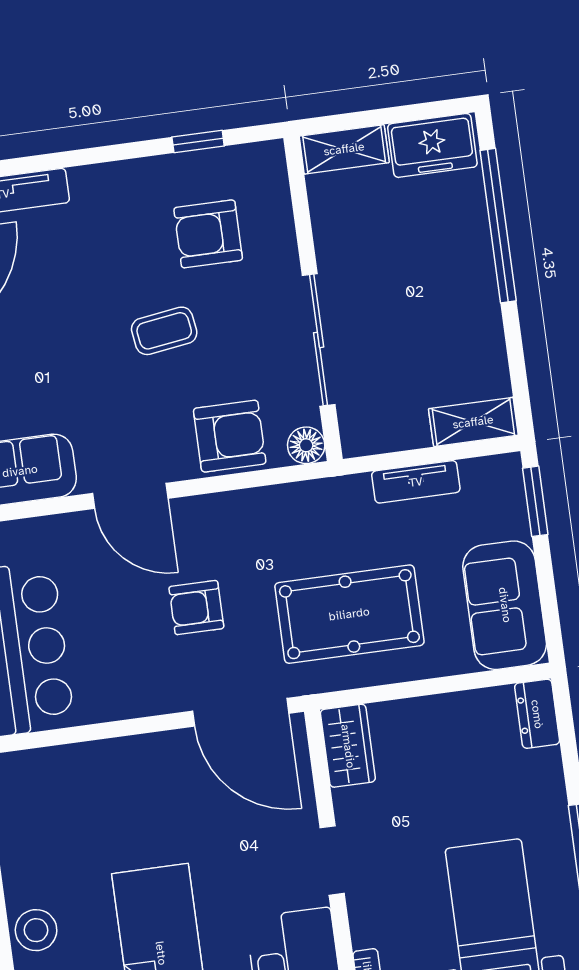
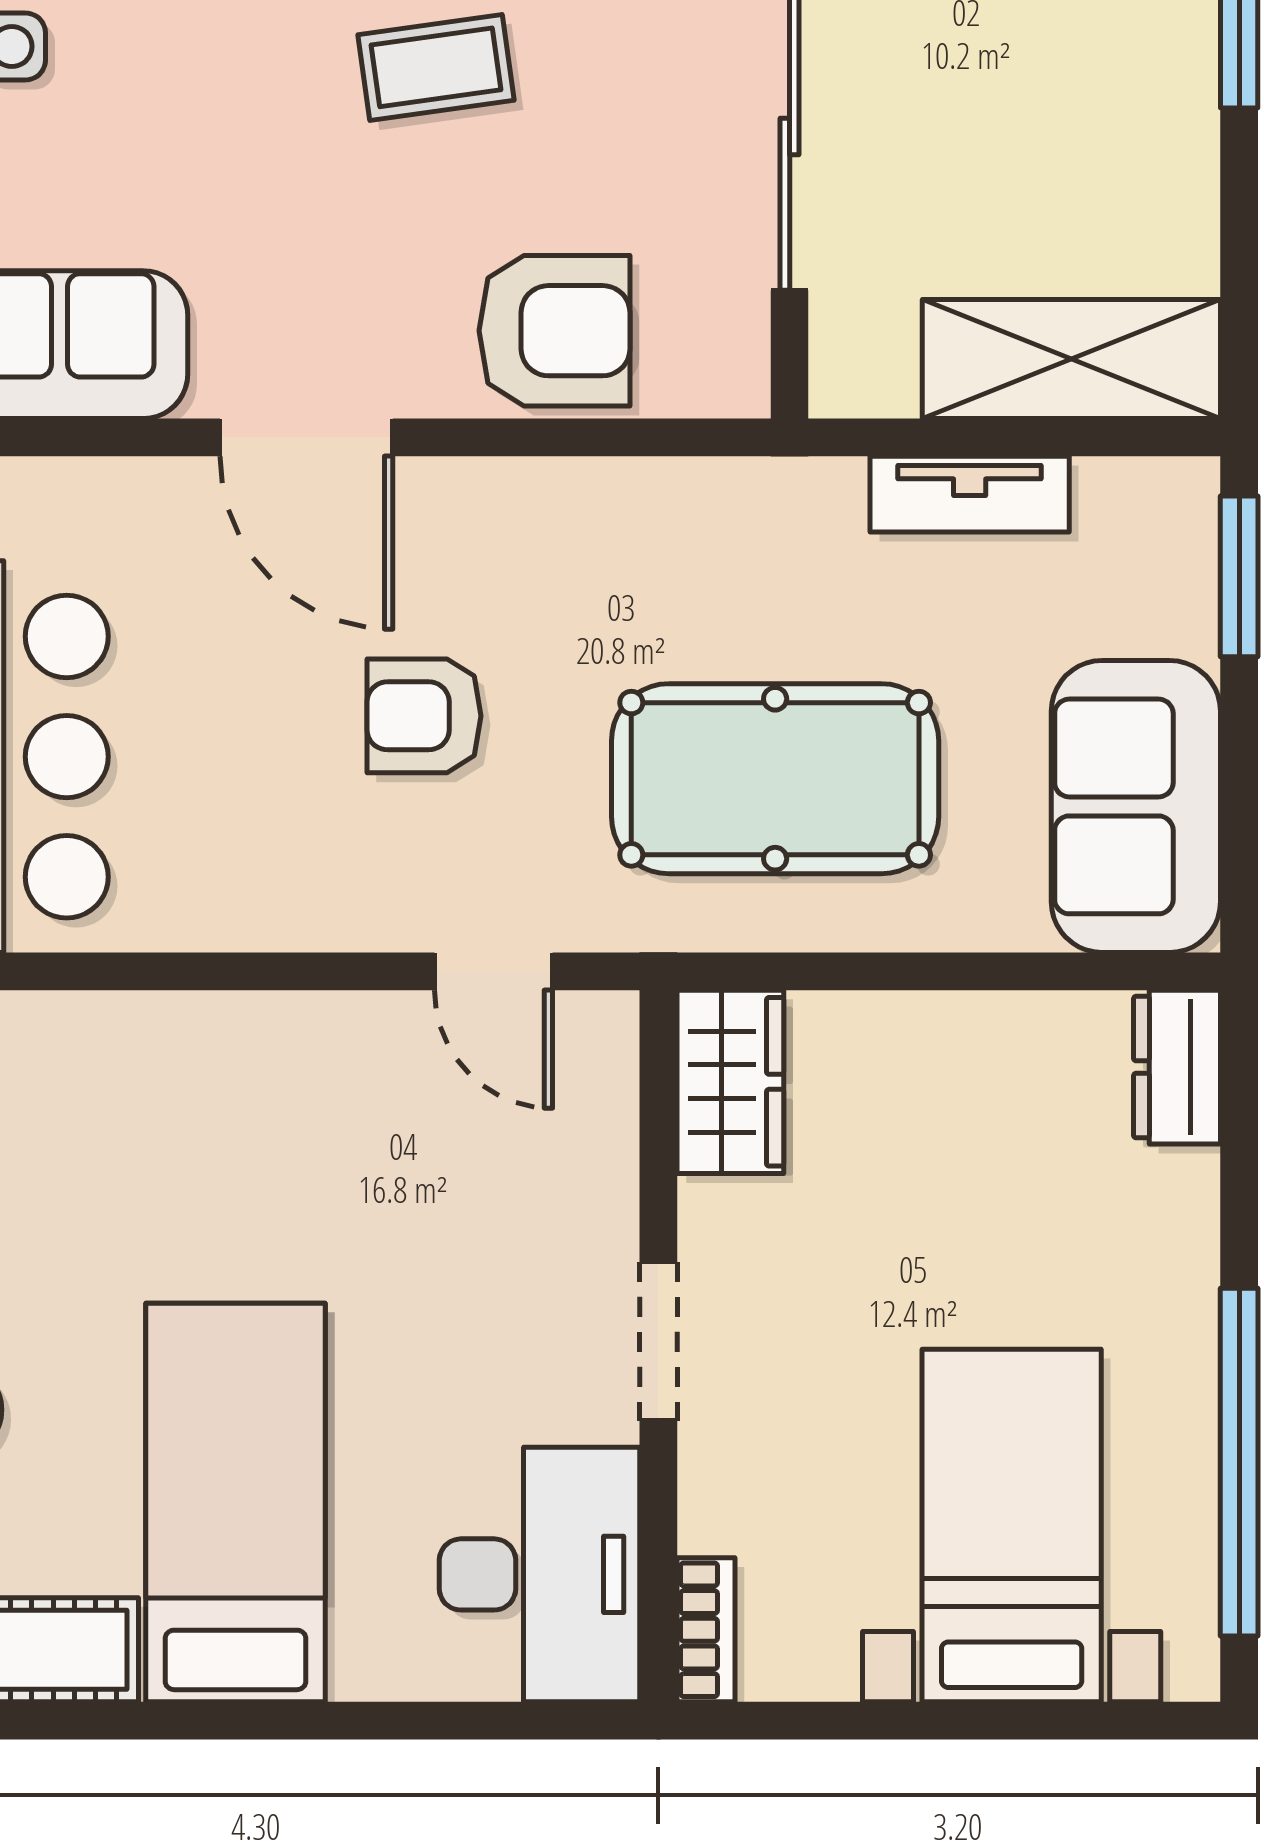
shelving: (473, 422) -> (1071, 359), width x1.50, depth x1.33
floor lamp: (306, 445) -> (728, 376), removed
door: (241, 712) -> (494, 971), width x0.53

